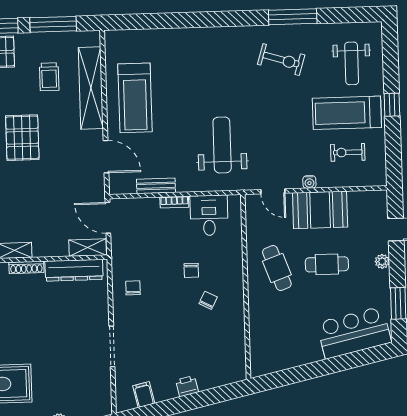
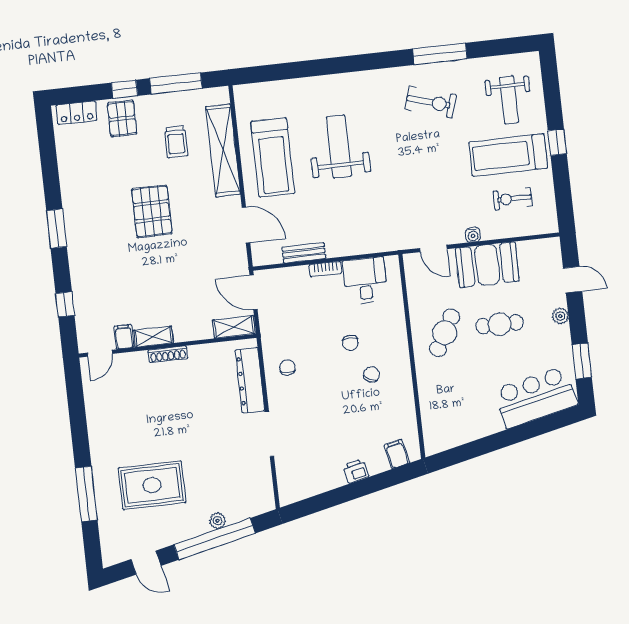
weight bench: (222, 145) -> (339, 146), moved
cafe table: (277, 268) -> (445, 333), turned 49
dresser: (74, 270) -> (250, 380), moved, turned 90
filing cabinet: (144, 395) -> (397, 454), moved

